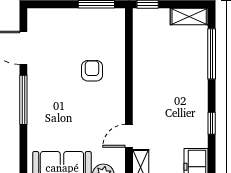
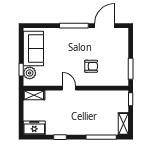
door: (129, 136) -> (69, 88), moved

